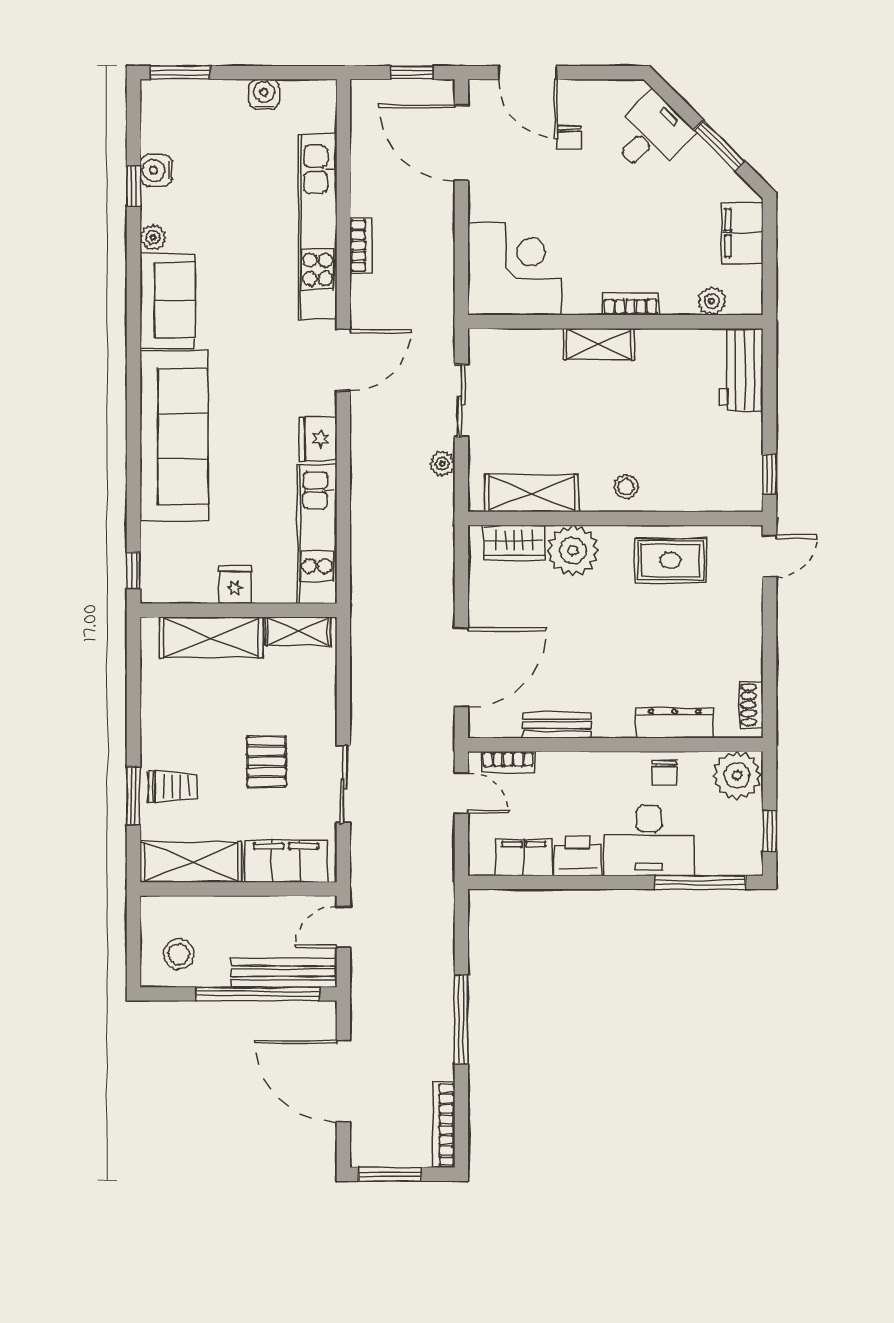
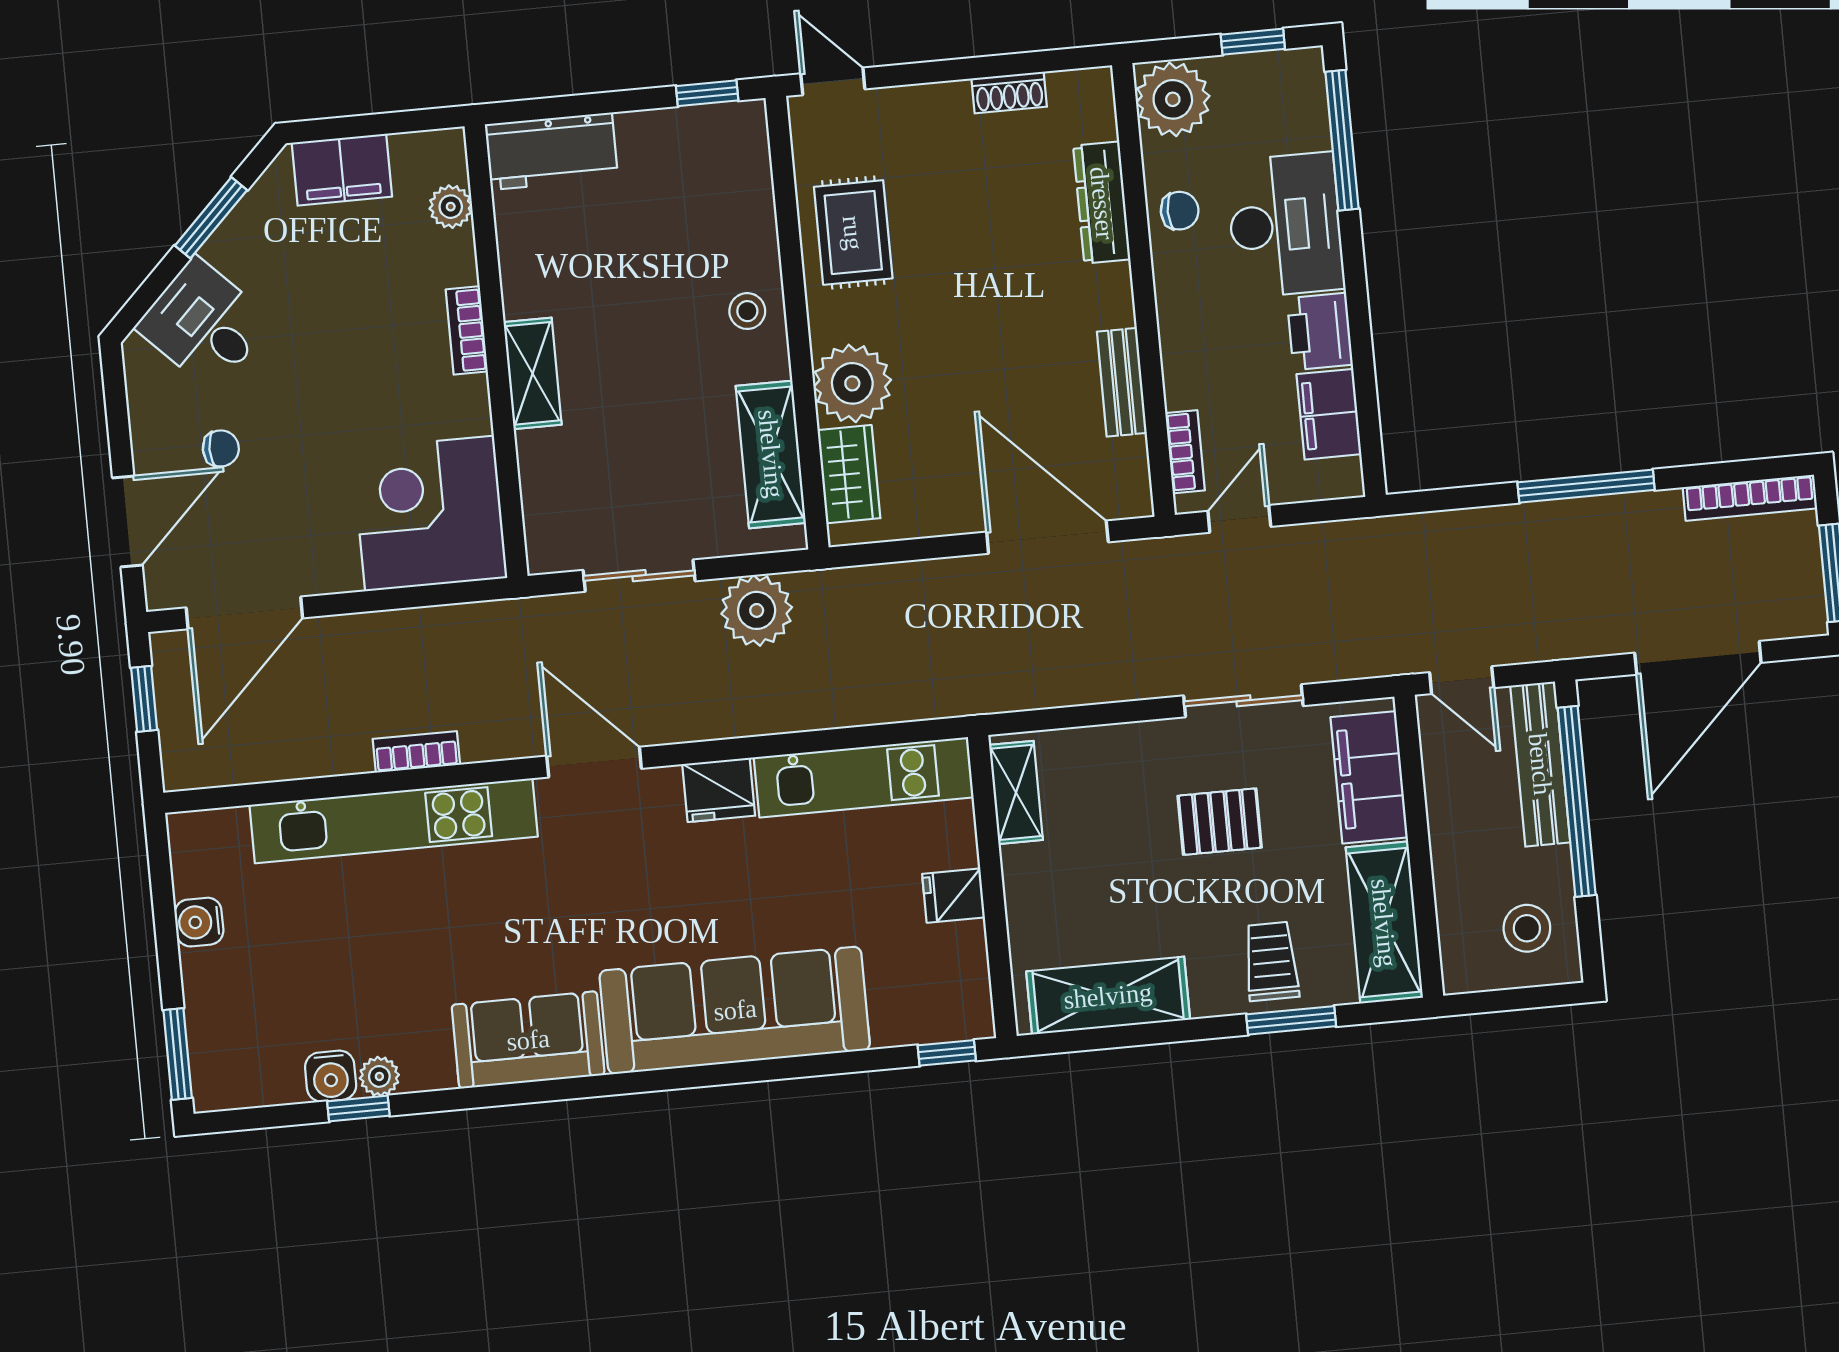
plant: (153, 237) -> (379, 1076), moved
plant: (442, 464) -> (757, 610), width x1.88, depth x1.88
shelving: (211, 638) -> (1108, 996), moved, turned 90
shoe rack: (752, 705) -> (1009, 93), moved

